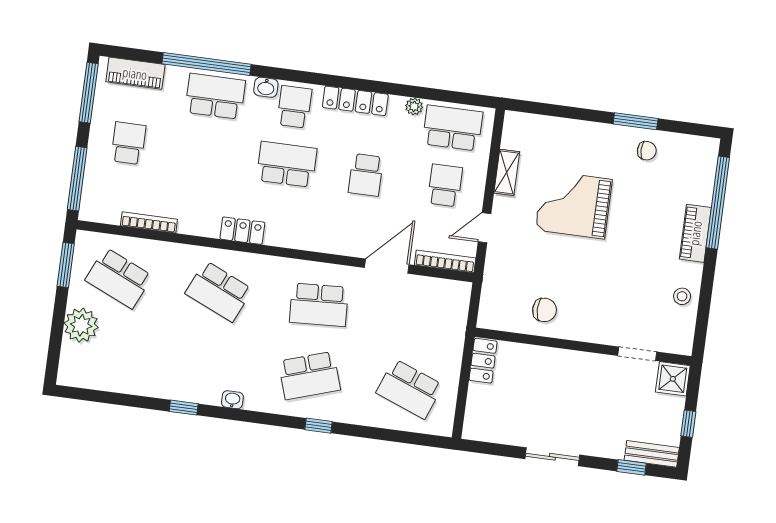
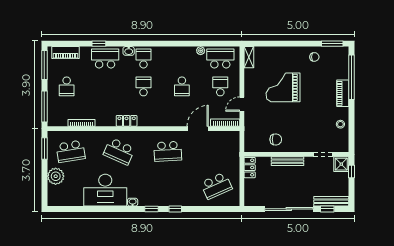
window: (206, 64) -> (99, 44), width x0.32
locker: (355, 101) -> (172, 52), removed
window: (636, 121) -> (332, 44), moved
school desk: (128, 143) -> (67, 86), turned 180
school desk: (287, 164) -> (143, 86), width x0.54
shelving: (507, 172) -> (249, 57), moved
school desk: (119, 278) -> (71, 151), turned -33
bench: (563, 358) -> (288, 161), added
desk: (179, 368) -> (105, 190), added
school desk: (309, 376) -> (168, 186), removed
school desk: (409, 389) -> (216, 186), turned -45
window: (184, 408) -> (152, 209), moved
window: (688, 424) -> (352, 172), moved
bench: (652, 454) -> (331, 201), width x1.36
sliding door: (552, 457) -> (289, 209), width x1.86

